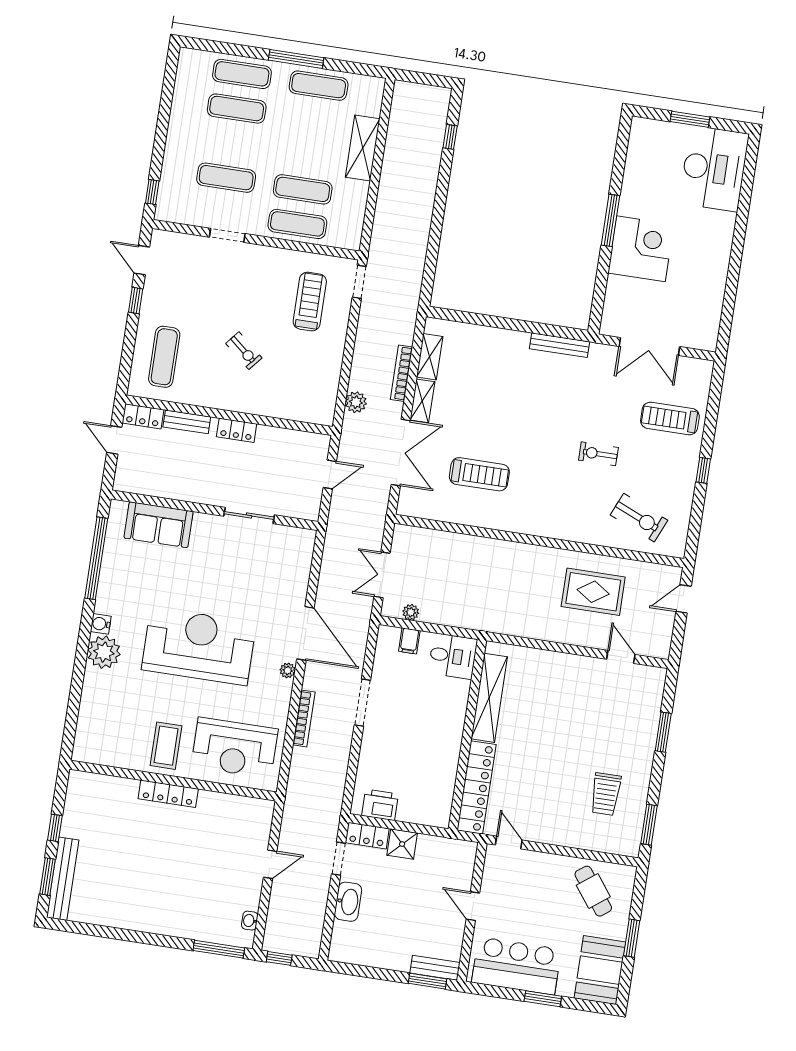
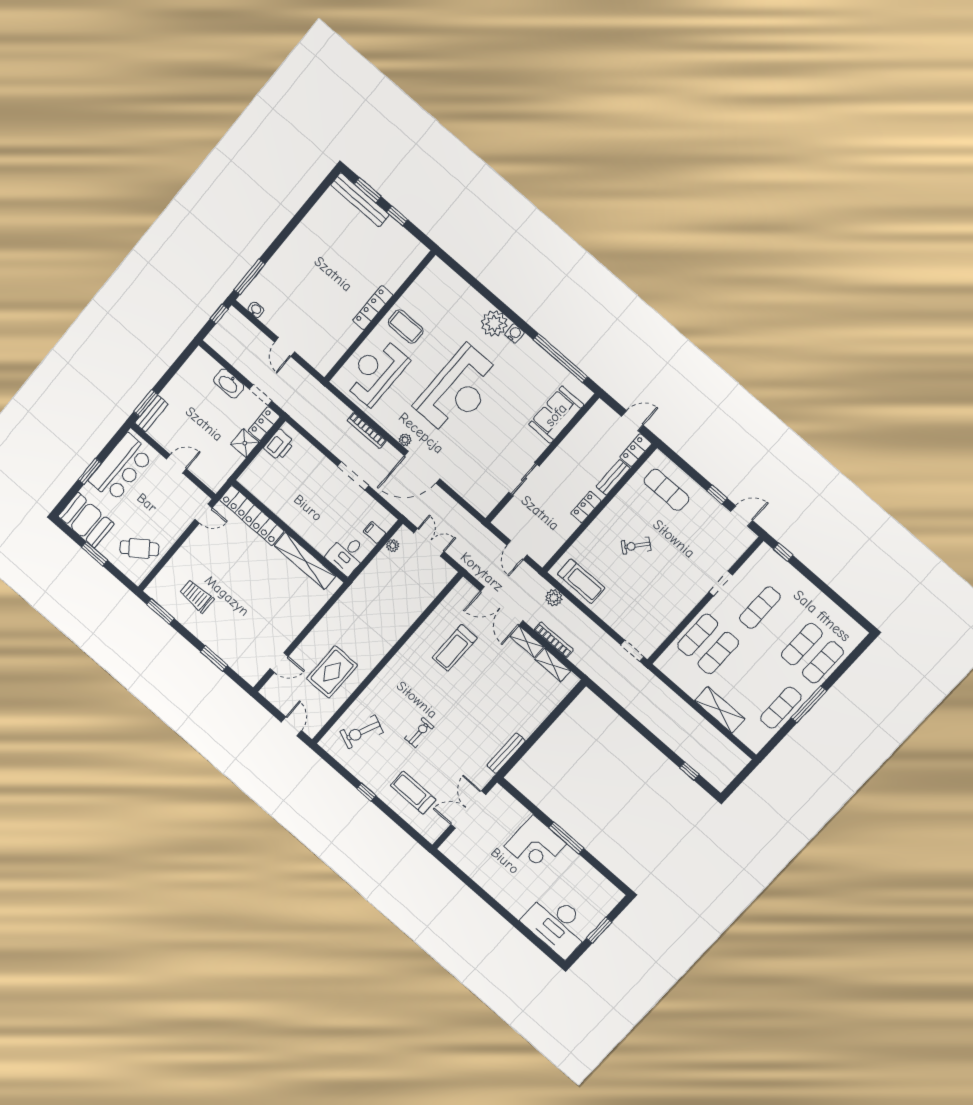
treadmill: (310, 302) -> (581, 581), moved
treadmill: (670, 418) -> (413, 793), turned -90

